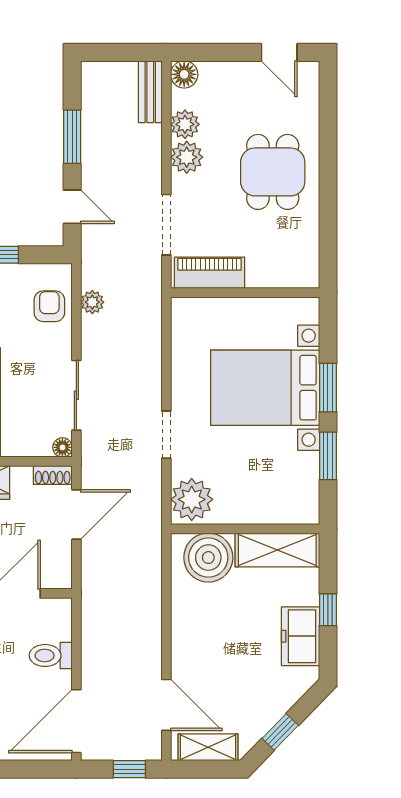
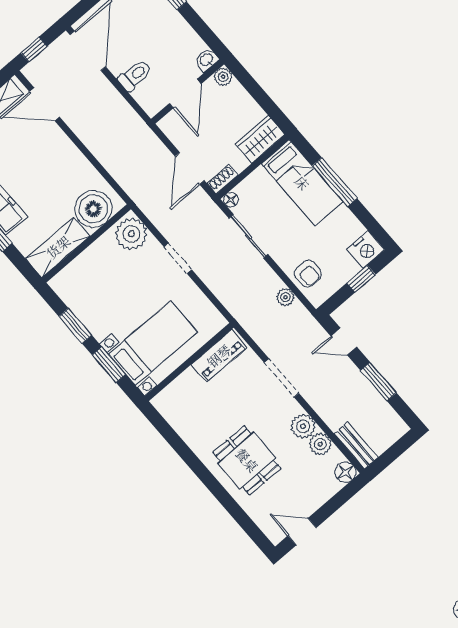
piano: (210, 273) -> (219, 356), moved
wall: (245, 293) -> (189, 362), moved
bed with nightstands: (265, 388) -> (153, 343), width x0.73

